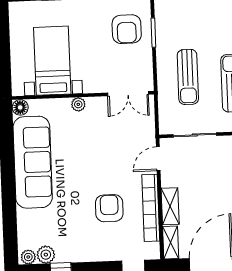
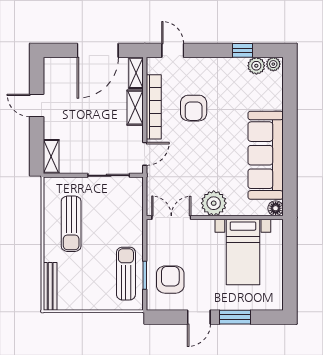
sun lounger: (188, 77) -> (126, 274), moved
plant: (78, 104) -> (214, 203), width x1.87, depth x1.87

